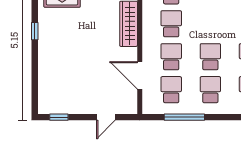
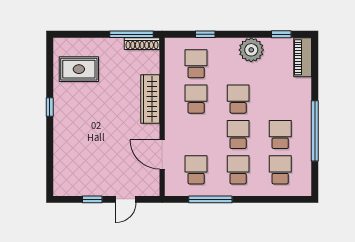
school desk: (171, 57) -> (238, 99), moved
window: (59, 117) -> (92, 199), moved

